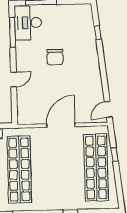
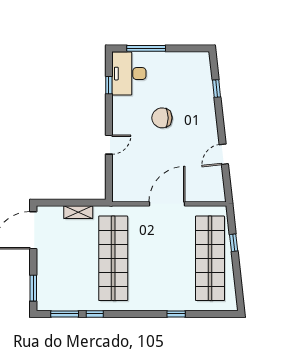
window: (12, 32) -> (109, 85), width x0.46
chair: (55, 57) -> (162, 118), turned 90
door: (108, 109) -> (224, 154), moved

